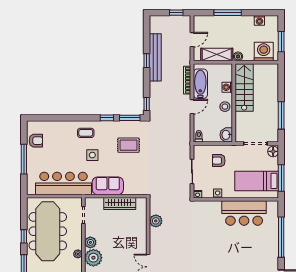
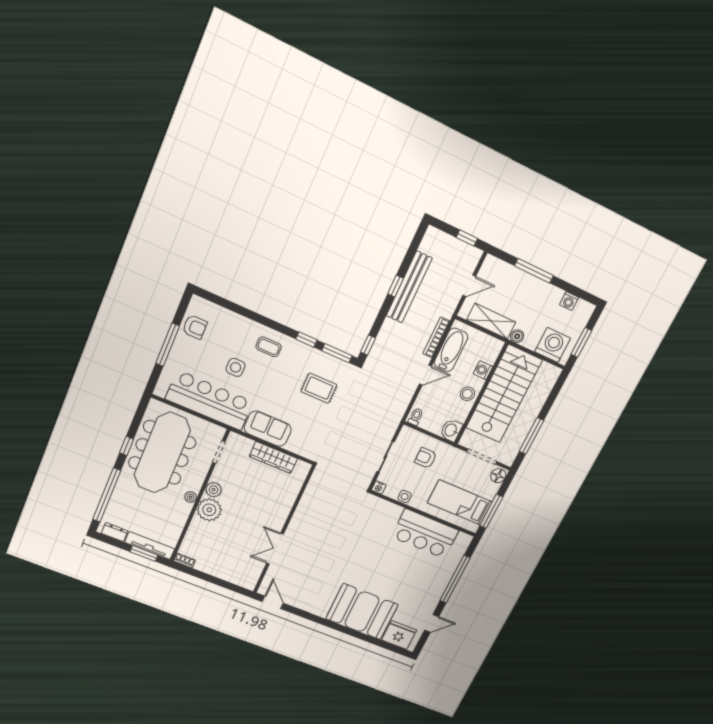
stairs: (244, 88) -> (504, 394), width x1.36, depth x1.51
side table: (92, 155) -> (236, 367), moved
plant: (156, 221) -> (310, 498), removed

